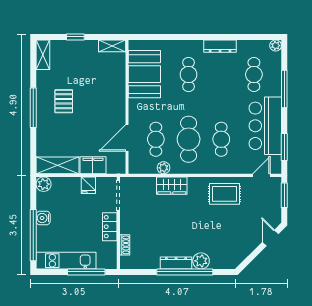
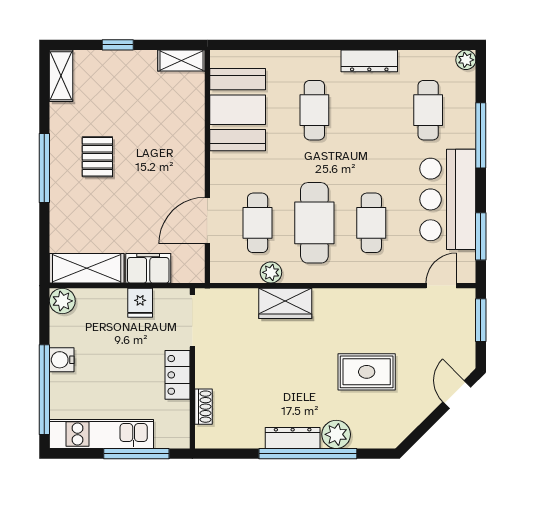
rug: (225, 194) -> (367, 372), moved

